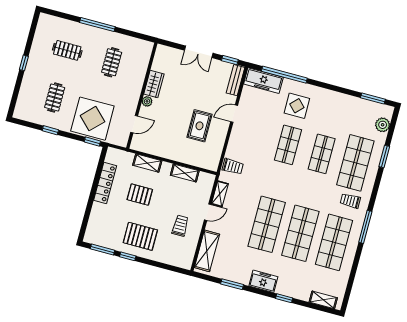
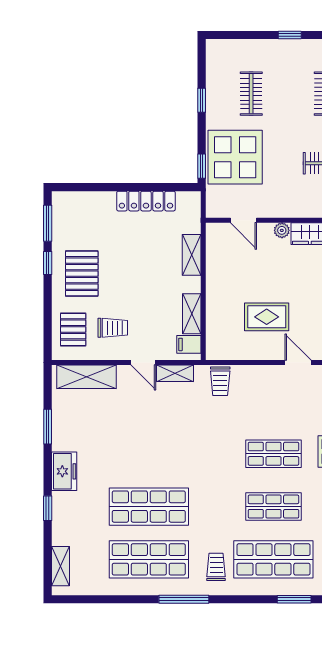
clothes rail: (55, 98) -> (251, 94), turned 90
filing cabinet: (204, 180) -> (189, 344), added
pallet: (140, 195) -> (73, 329), moved
shop shelf: (267, 224) -> (149, 454), removed

